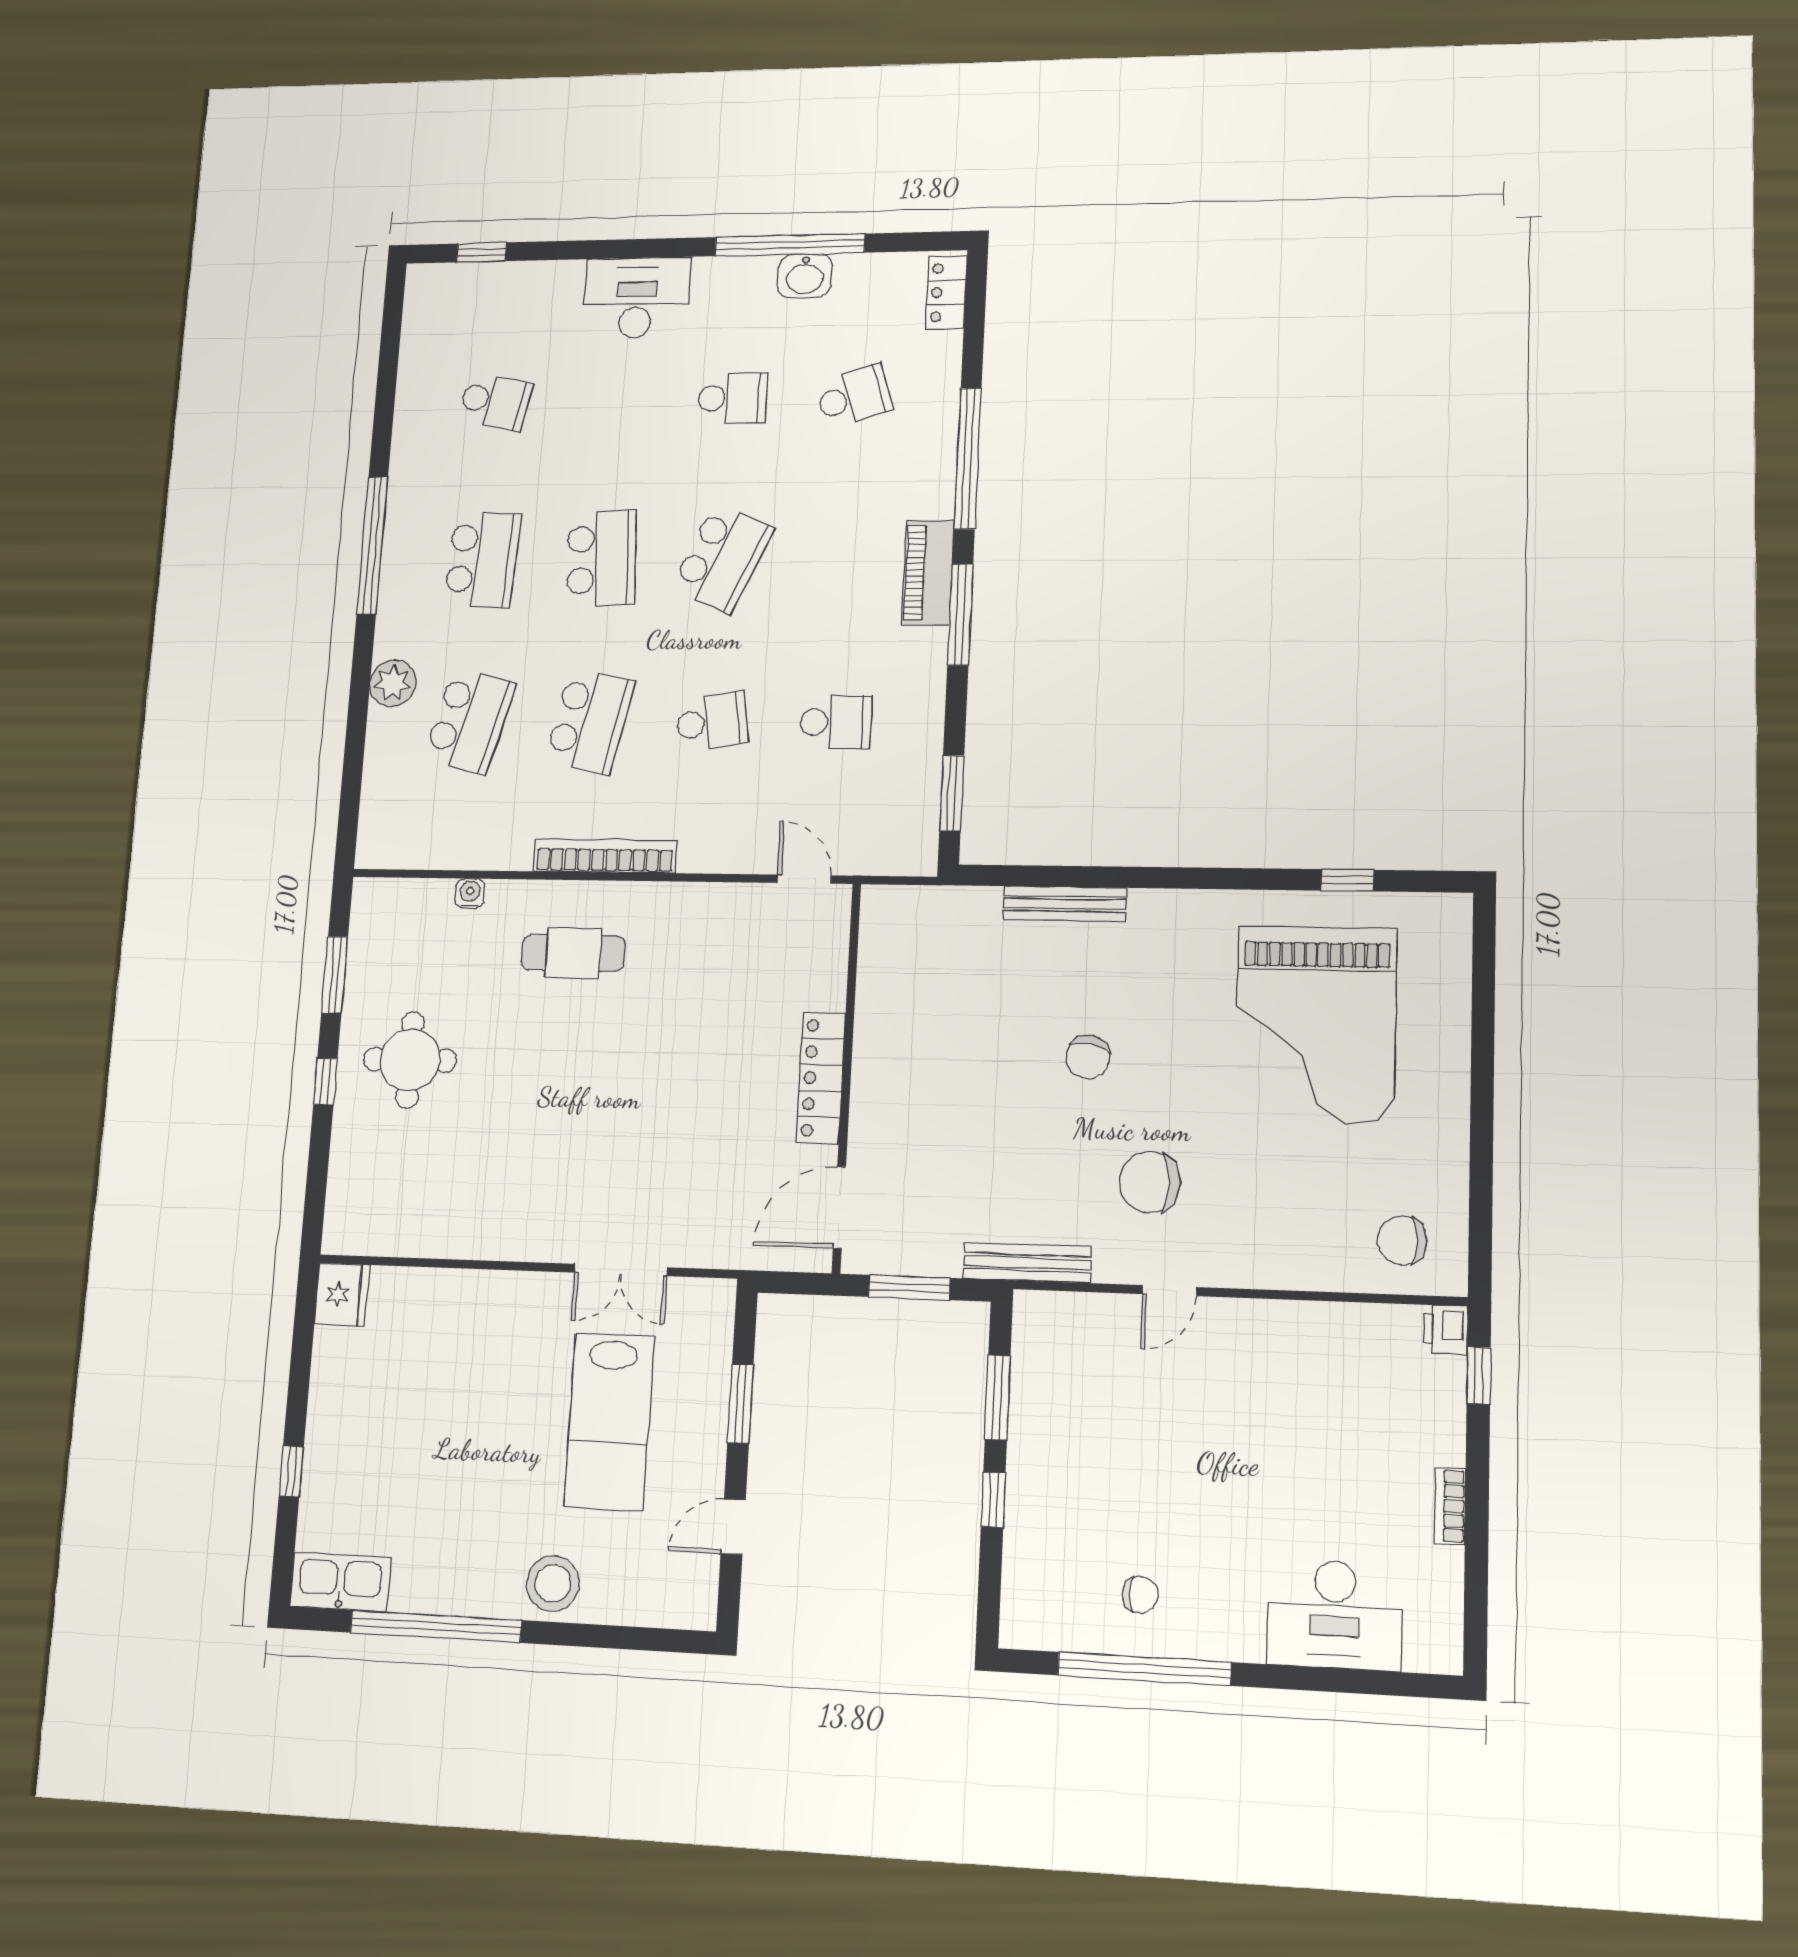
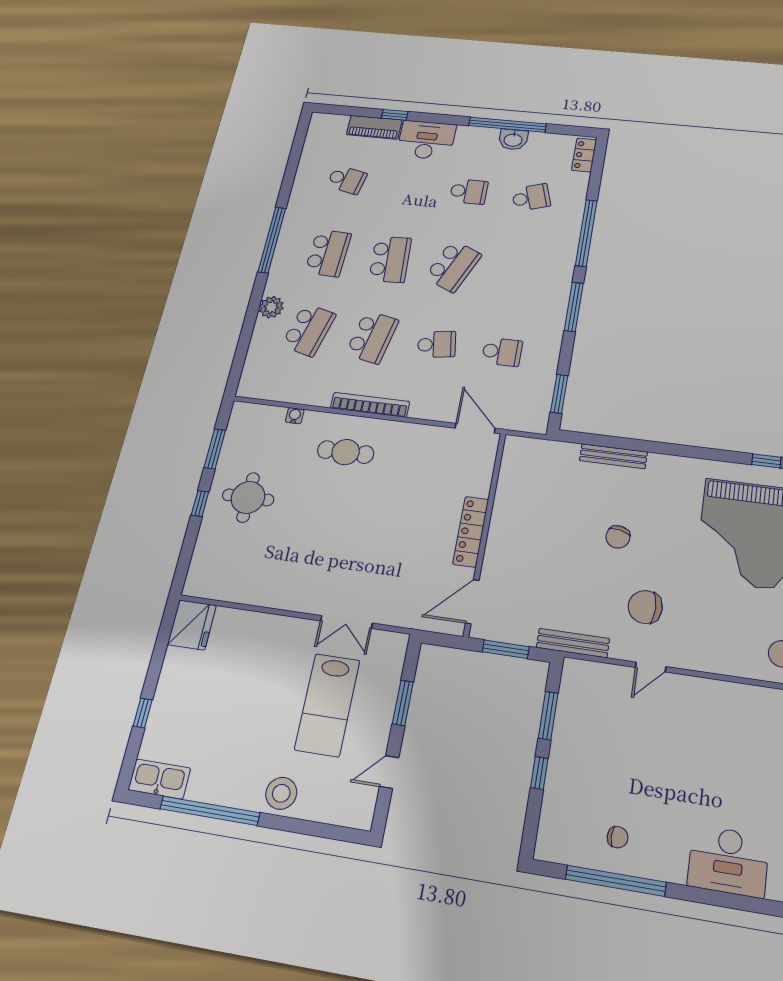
window: (482, 252) -> (395, 115), moved
piano: (928, 573) -> (374, 127), moved, turned -90
door: (804, 879) -> (475, 428), width x1.38
fridge: (342, 1294) -> (192, 625), width x1.36, depth x1.34

